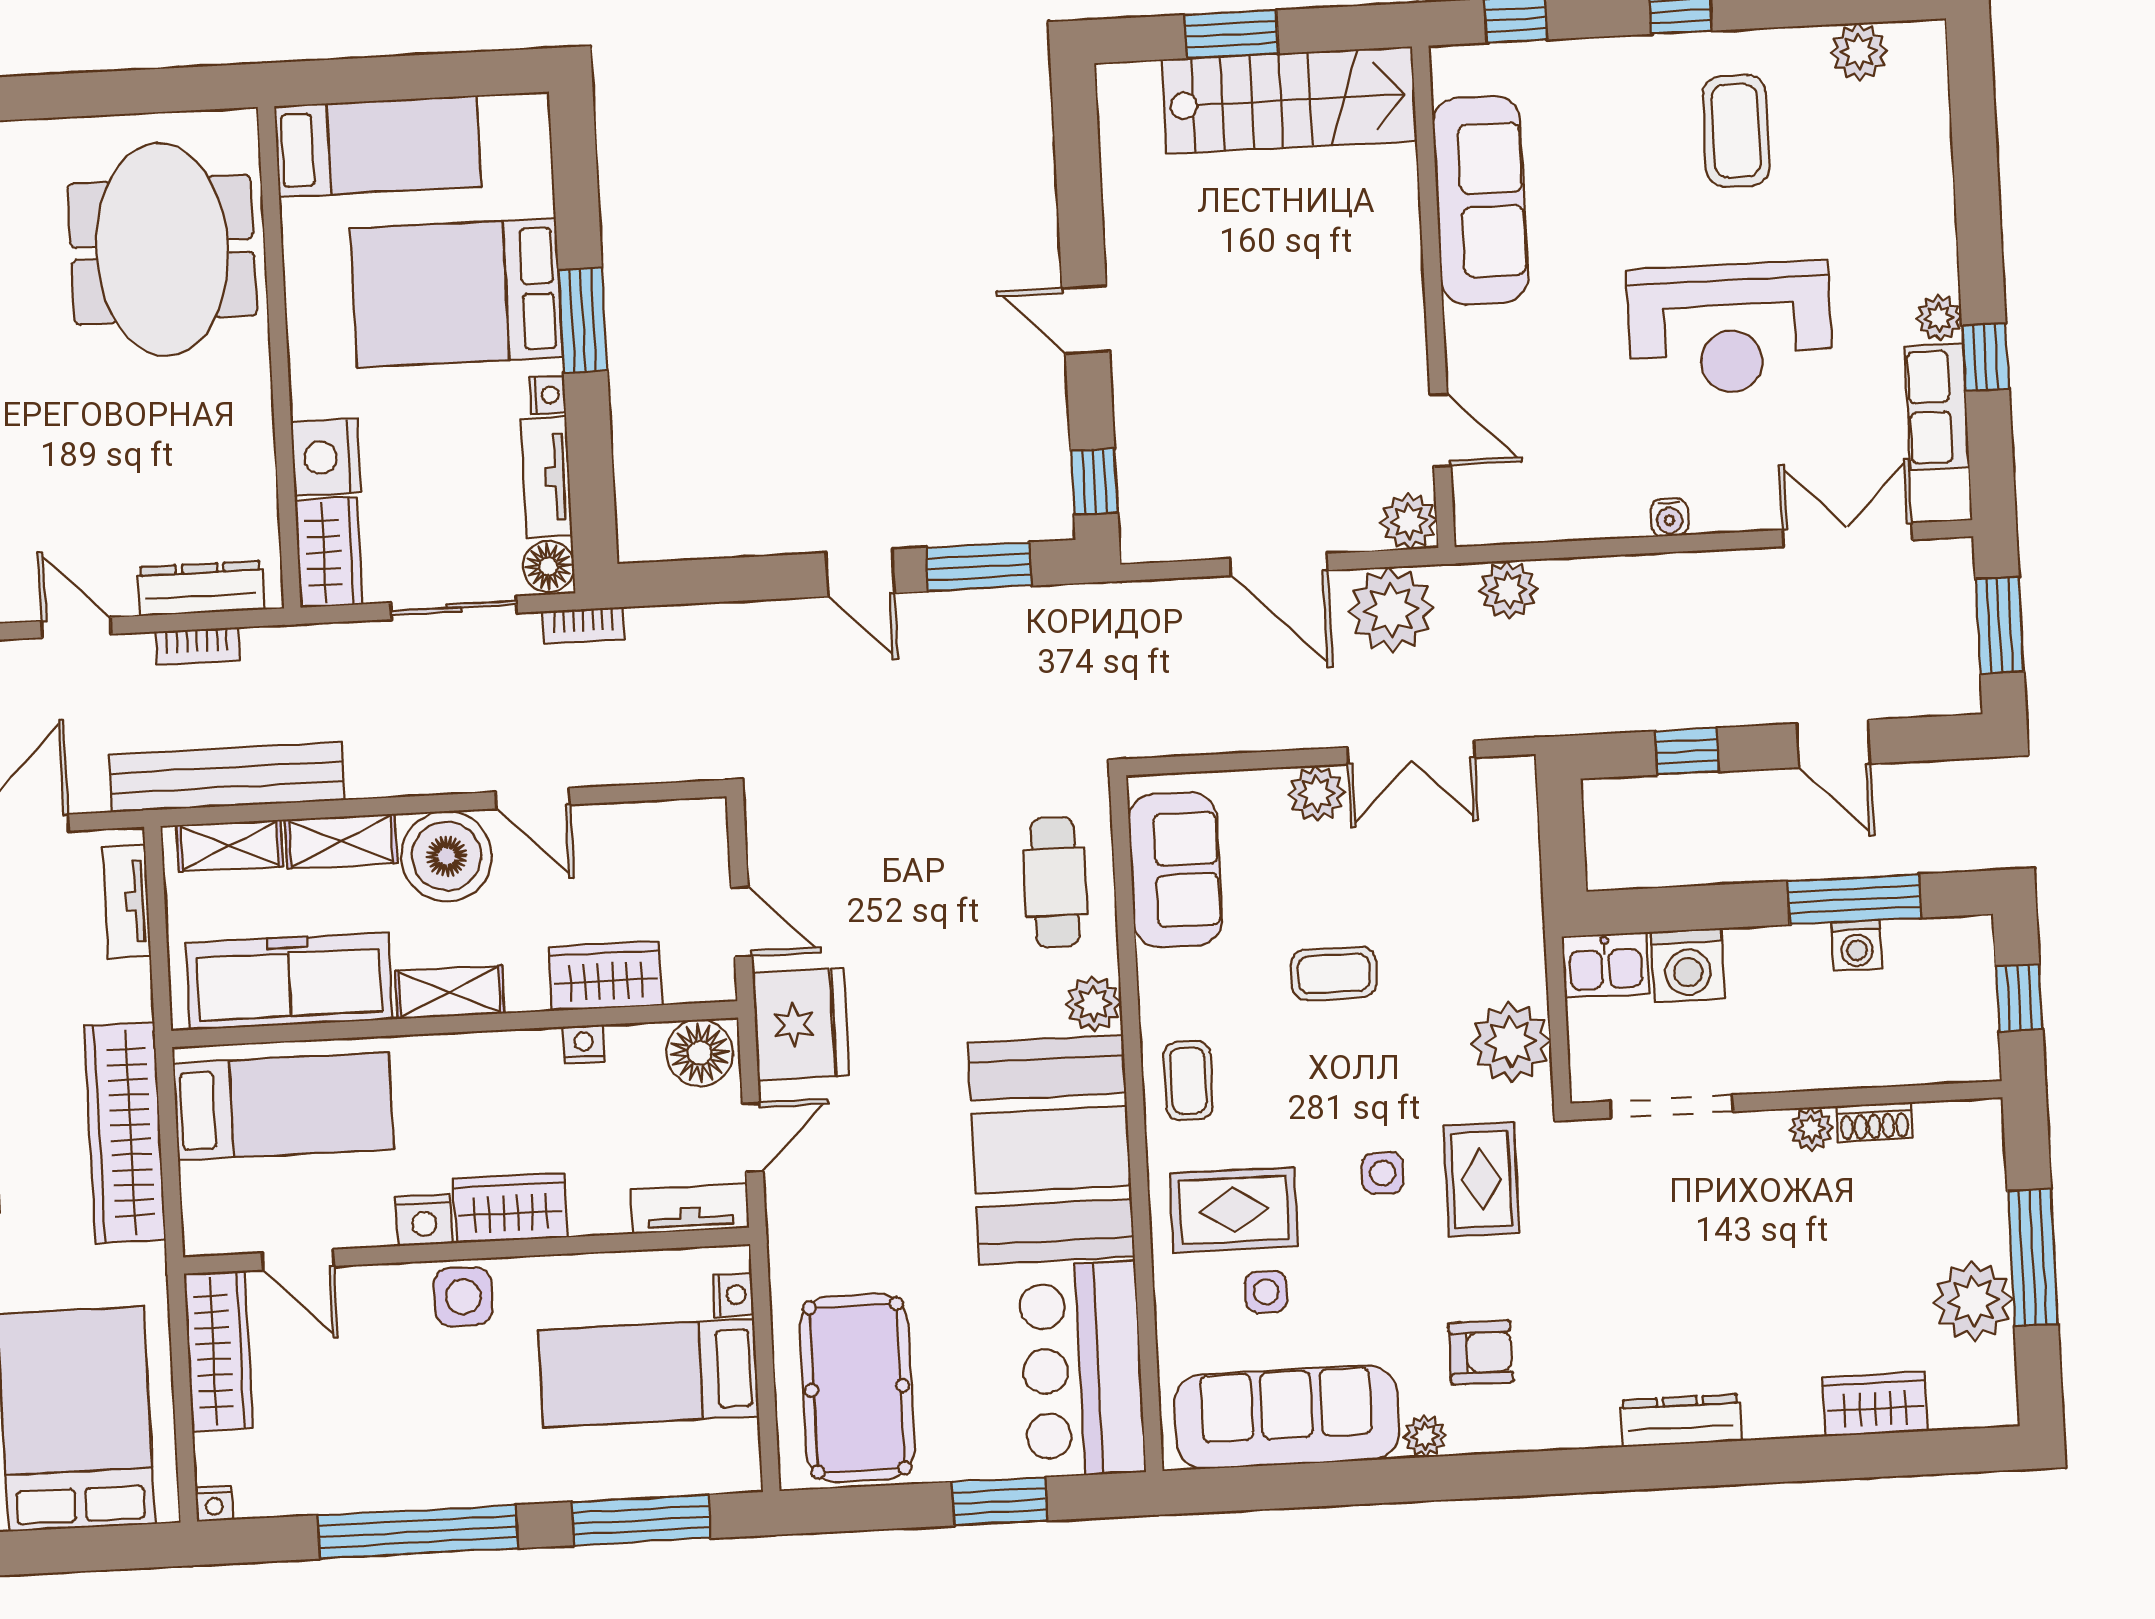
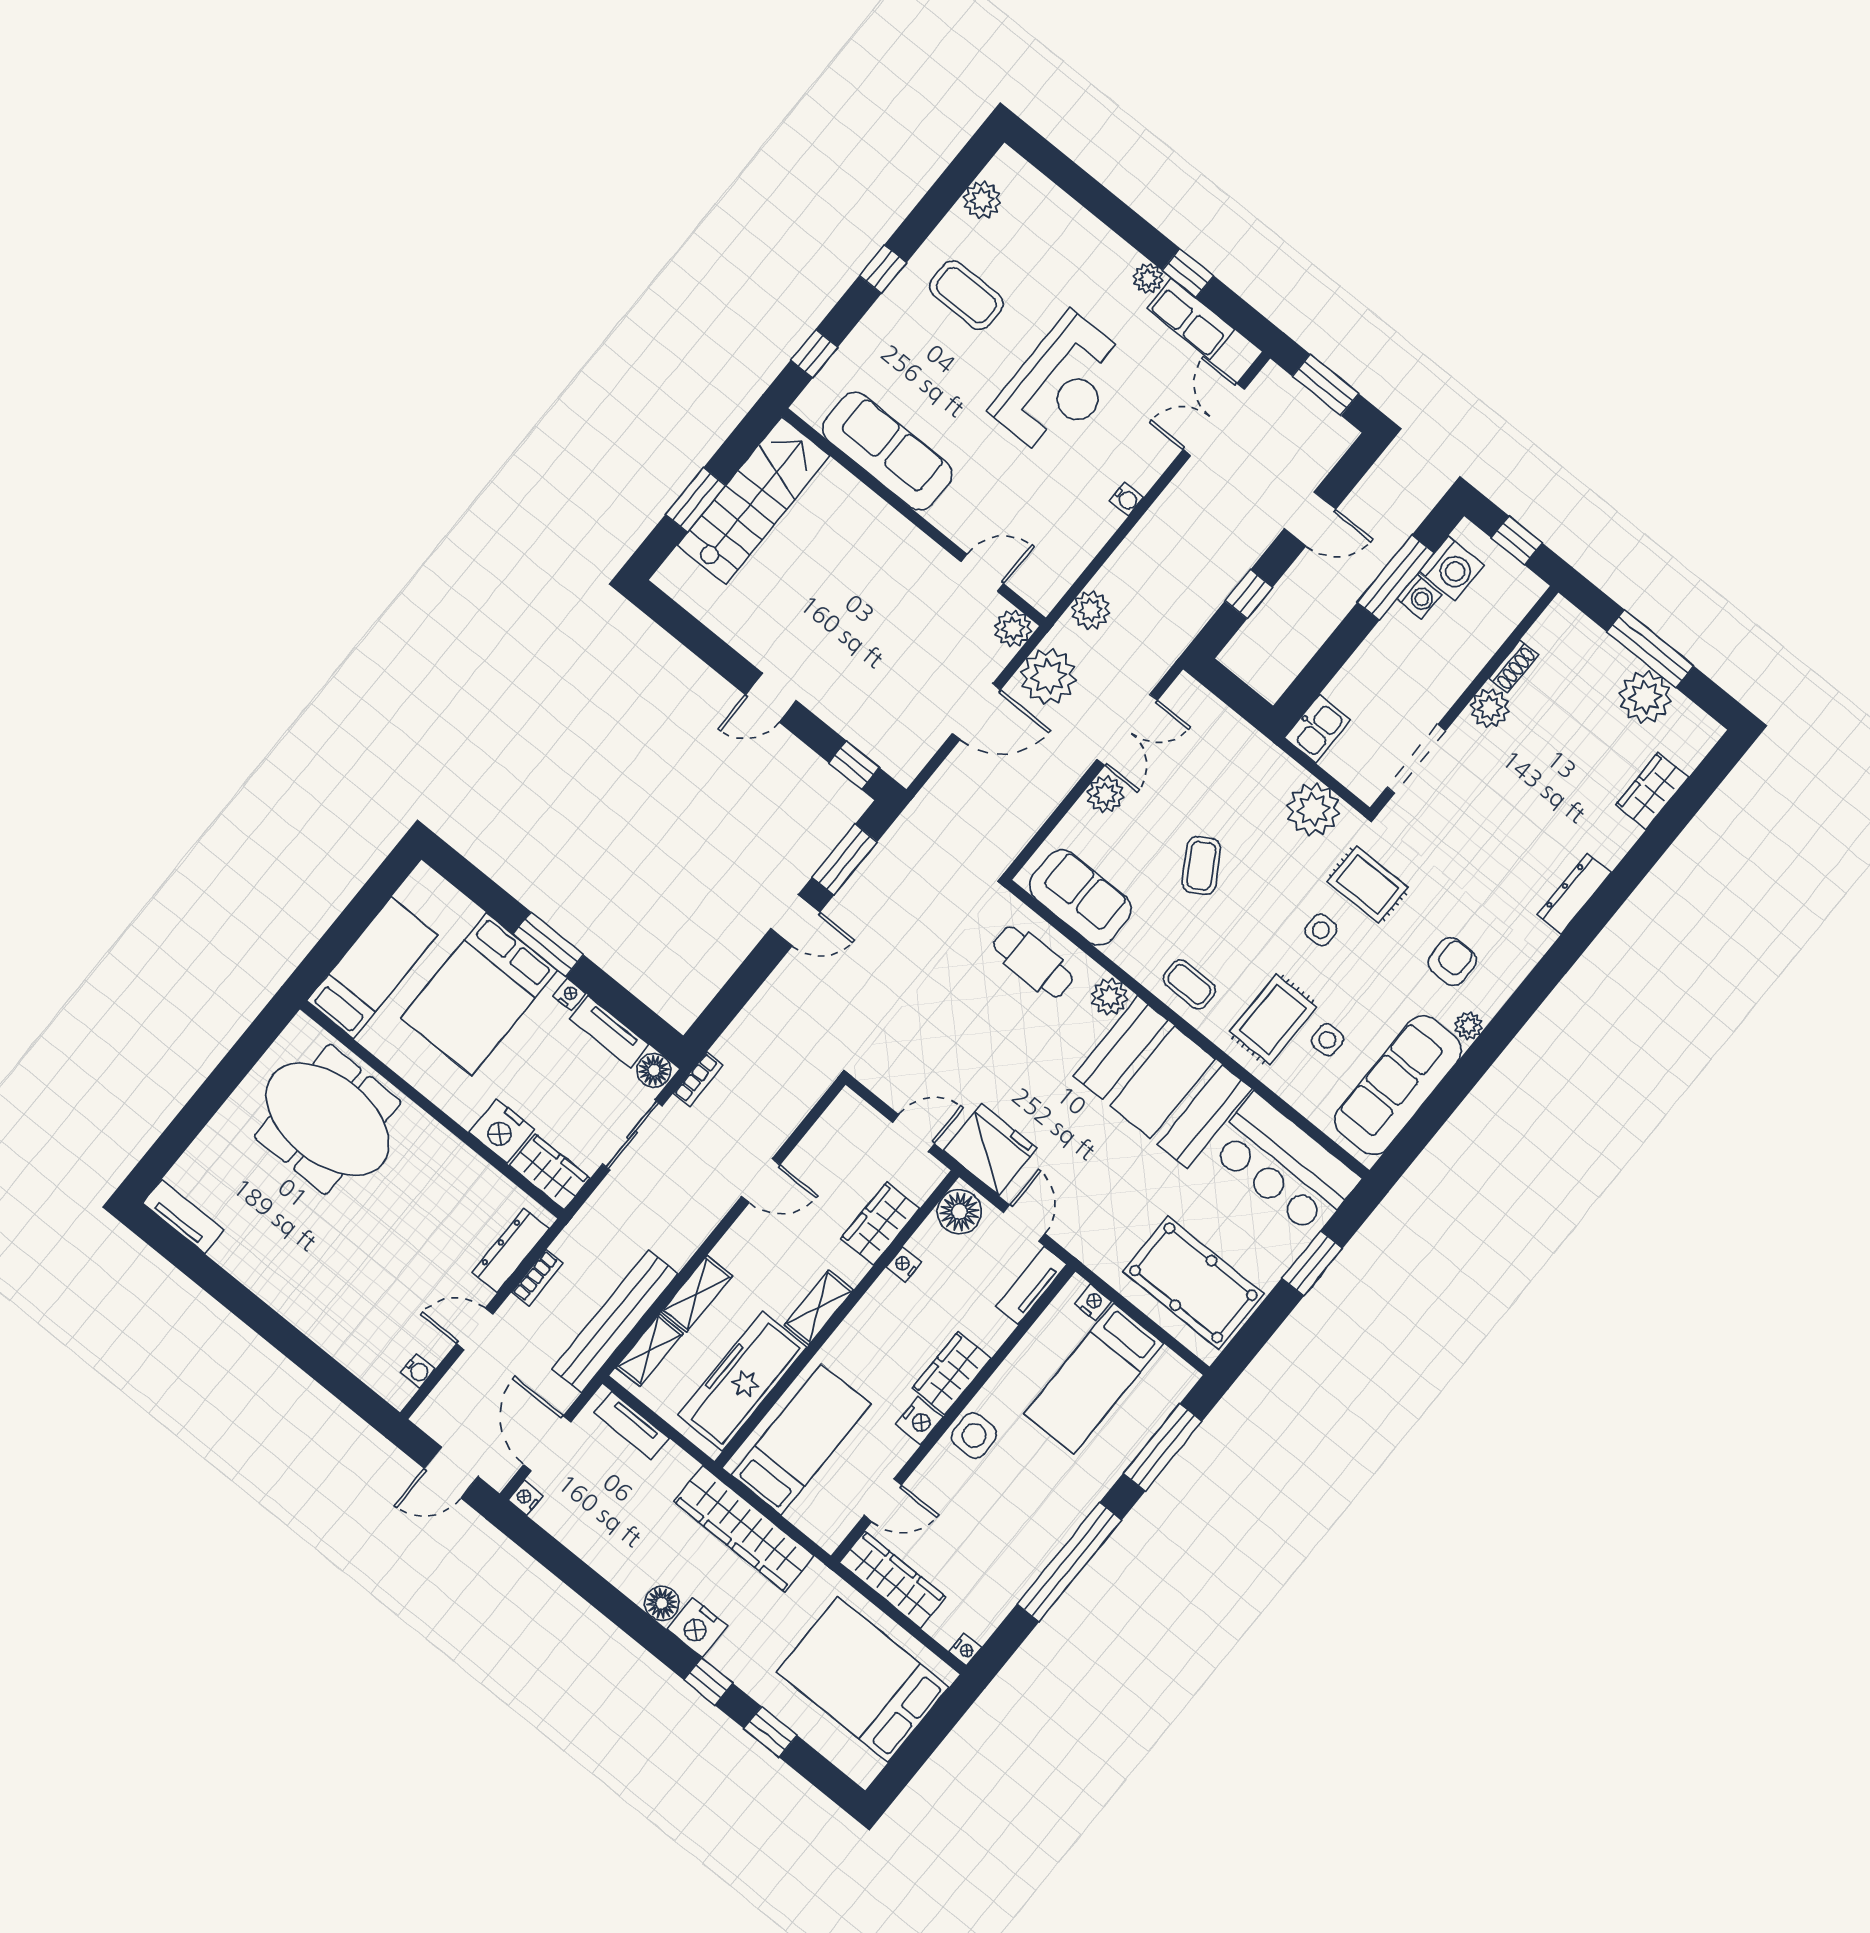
boiler: (447, 856) -> (751, 1249), removed
washing machine: (1688, 965) -> (1452, 568), moved
coffee table: (1334, 973) -> (1201, 866), turned -31
plant: (1811, 1129) -> (1490, 708), width x1.38, depth x1.38

